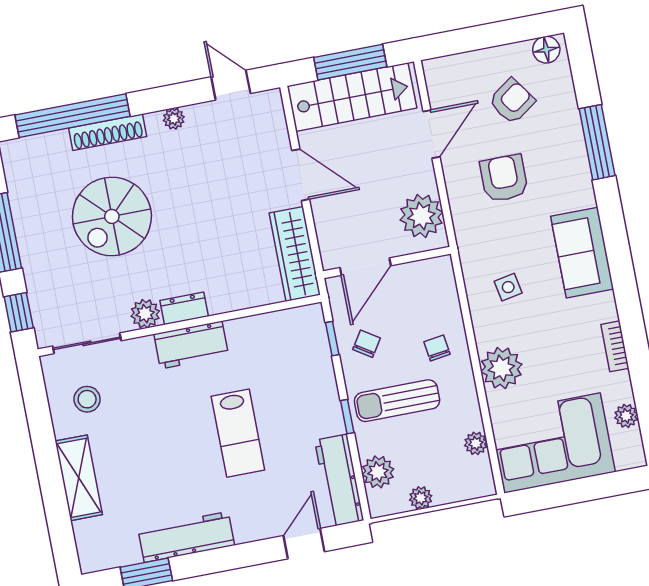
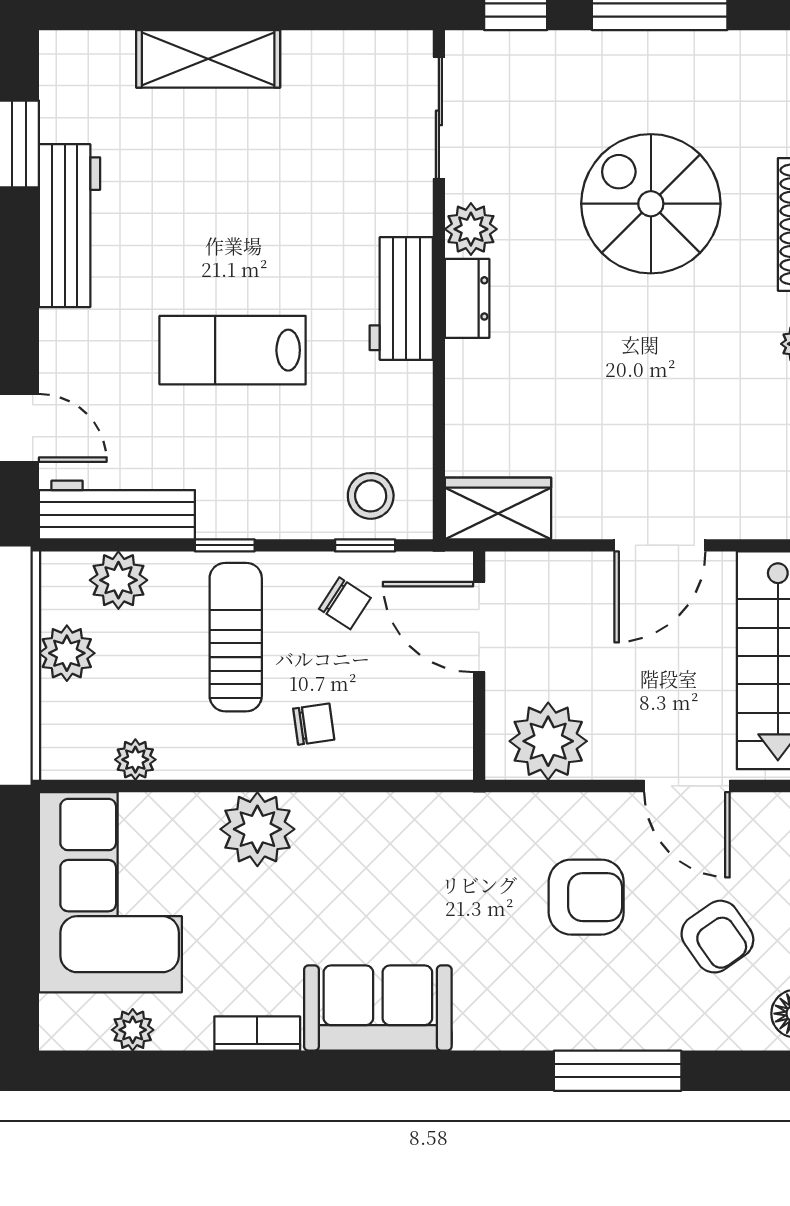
sofa: (582, 253) -> (378, 1008), moved
wardrobe: (295, 254) -> (498, 509), width x0.67
side table: (508, 287) -> (396, 868), removed
stool: (87, 399) -> (371, 496), moved
plant: (421, 498) -> (67, 653), width x1.38, depth x1.38

